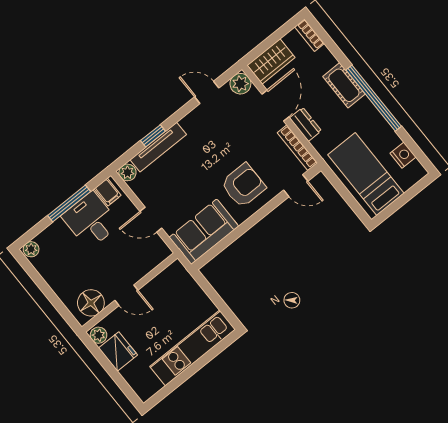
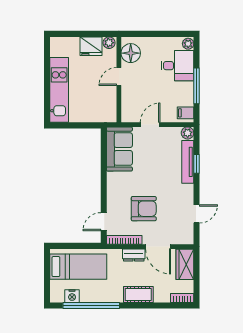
plant: (240, 84) -> (186, 237), removed
window: (374, 98) -> (91, 305), moved
armchair: (243, 185) -> (144, 209), moved, turned -90
desk: (91, 220) -> (177, 66), moved

